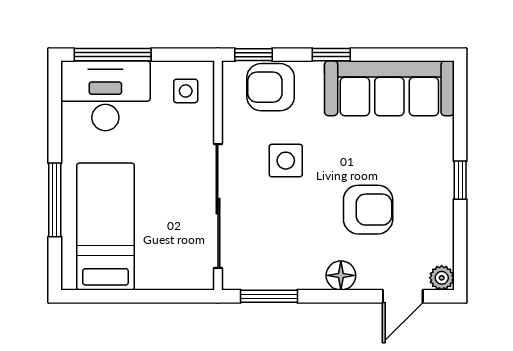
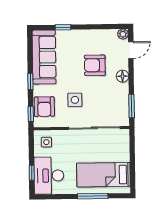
window: (113, 55) -> (32, 173), width x0.46
window: (460, 180) -> (63, 27), moved
armchair: (368, 210) -> (95, 65), turned -90
door: (403, 296) -> (131, 50), hinge flipped

